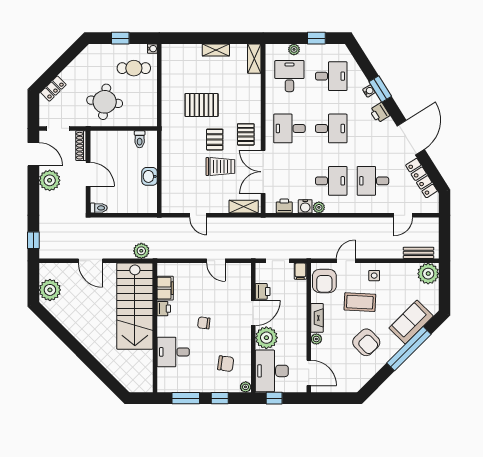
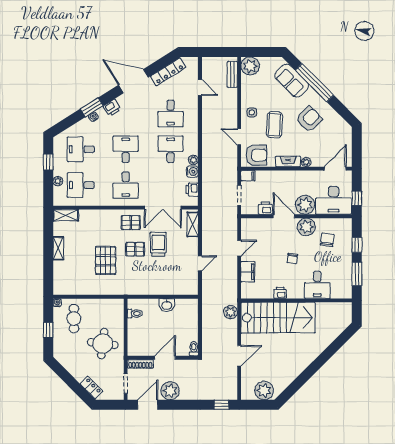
desk: (331, 76) -> (81, 149), turned -90
filing cabinet: (165, 288) -> (248, 272), moved, turned 90
plant: (246, 387) -> (306, 227), moved, width x1.87, depth x1.87

